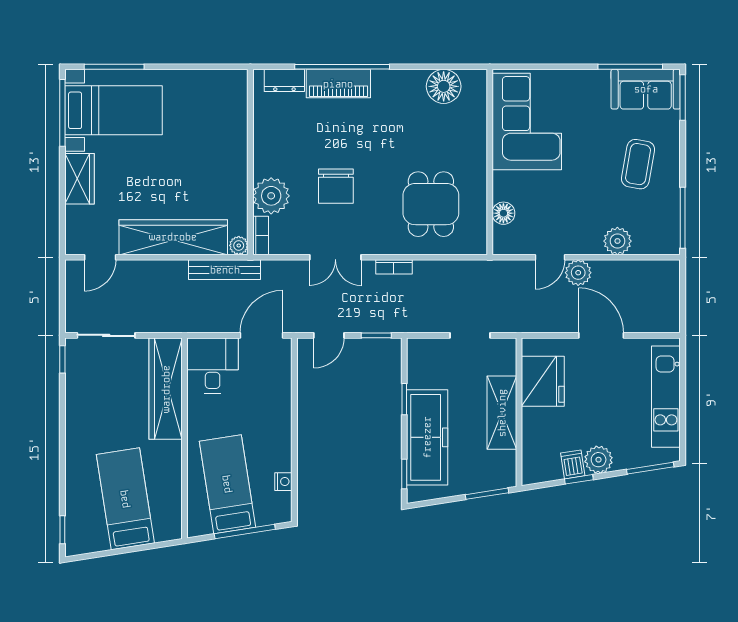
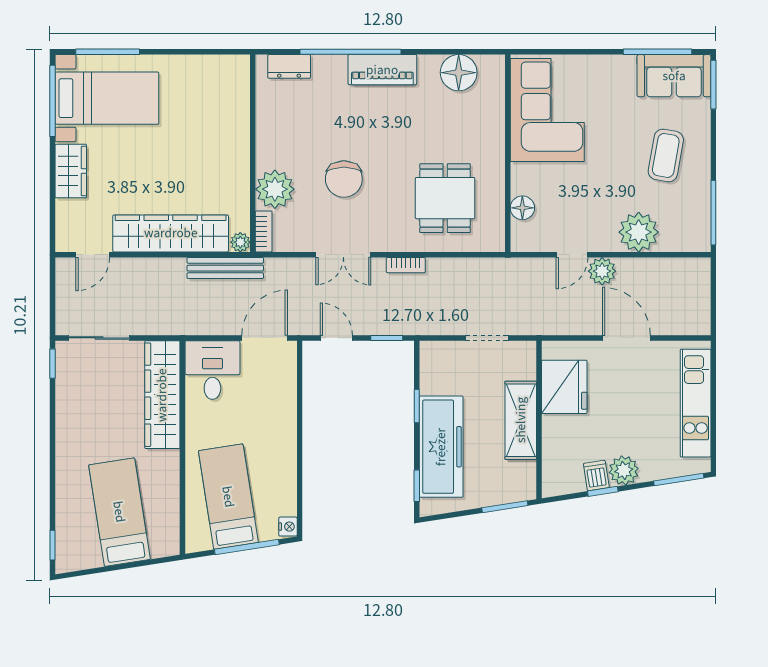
piano: (338, 84) -> (382, 70), moved
plant: (617, 241) -> (639, 232), width x1.36, depth x1.36
door: (329, 335) -> (336, 338), swing flipped
nightstand: (283, 482) -> (288, 527), moved

